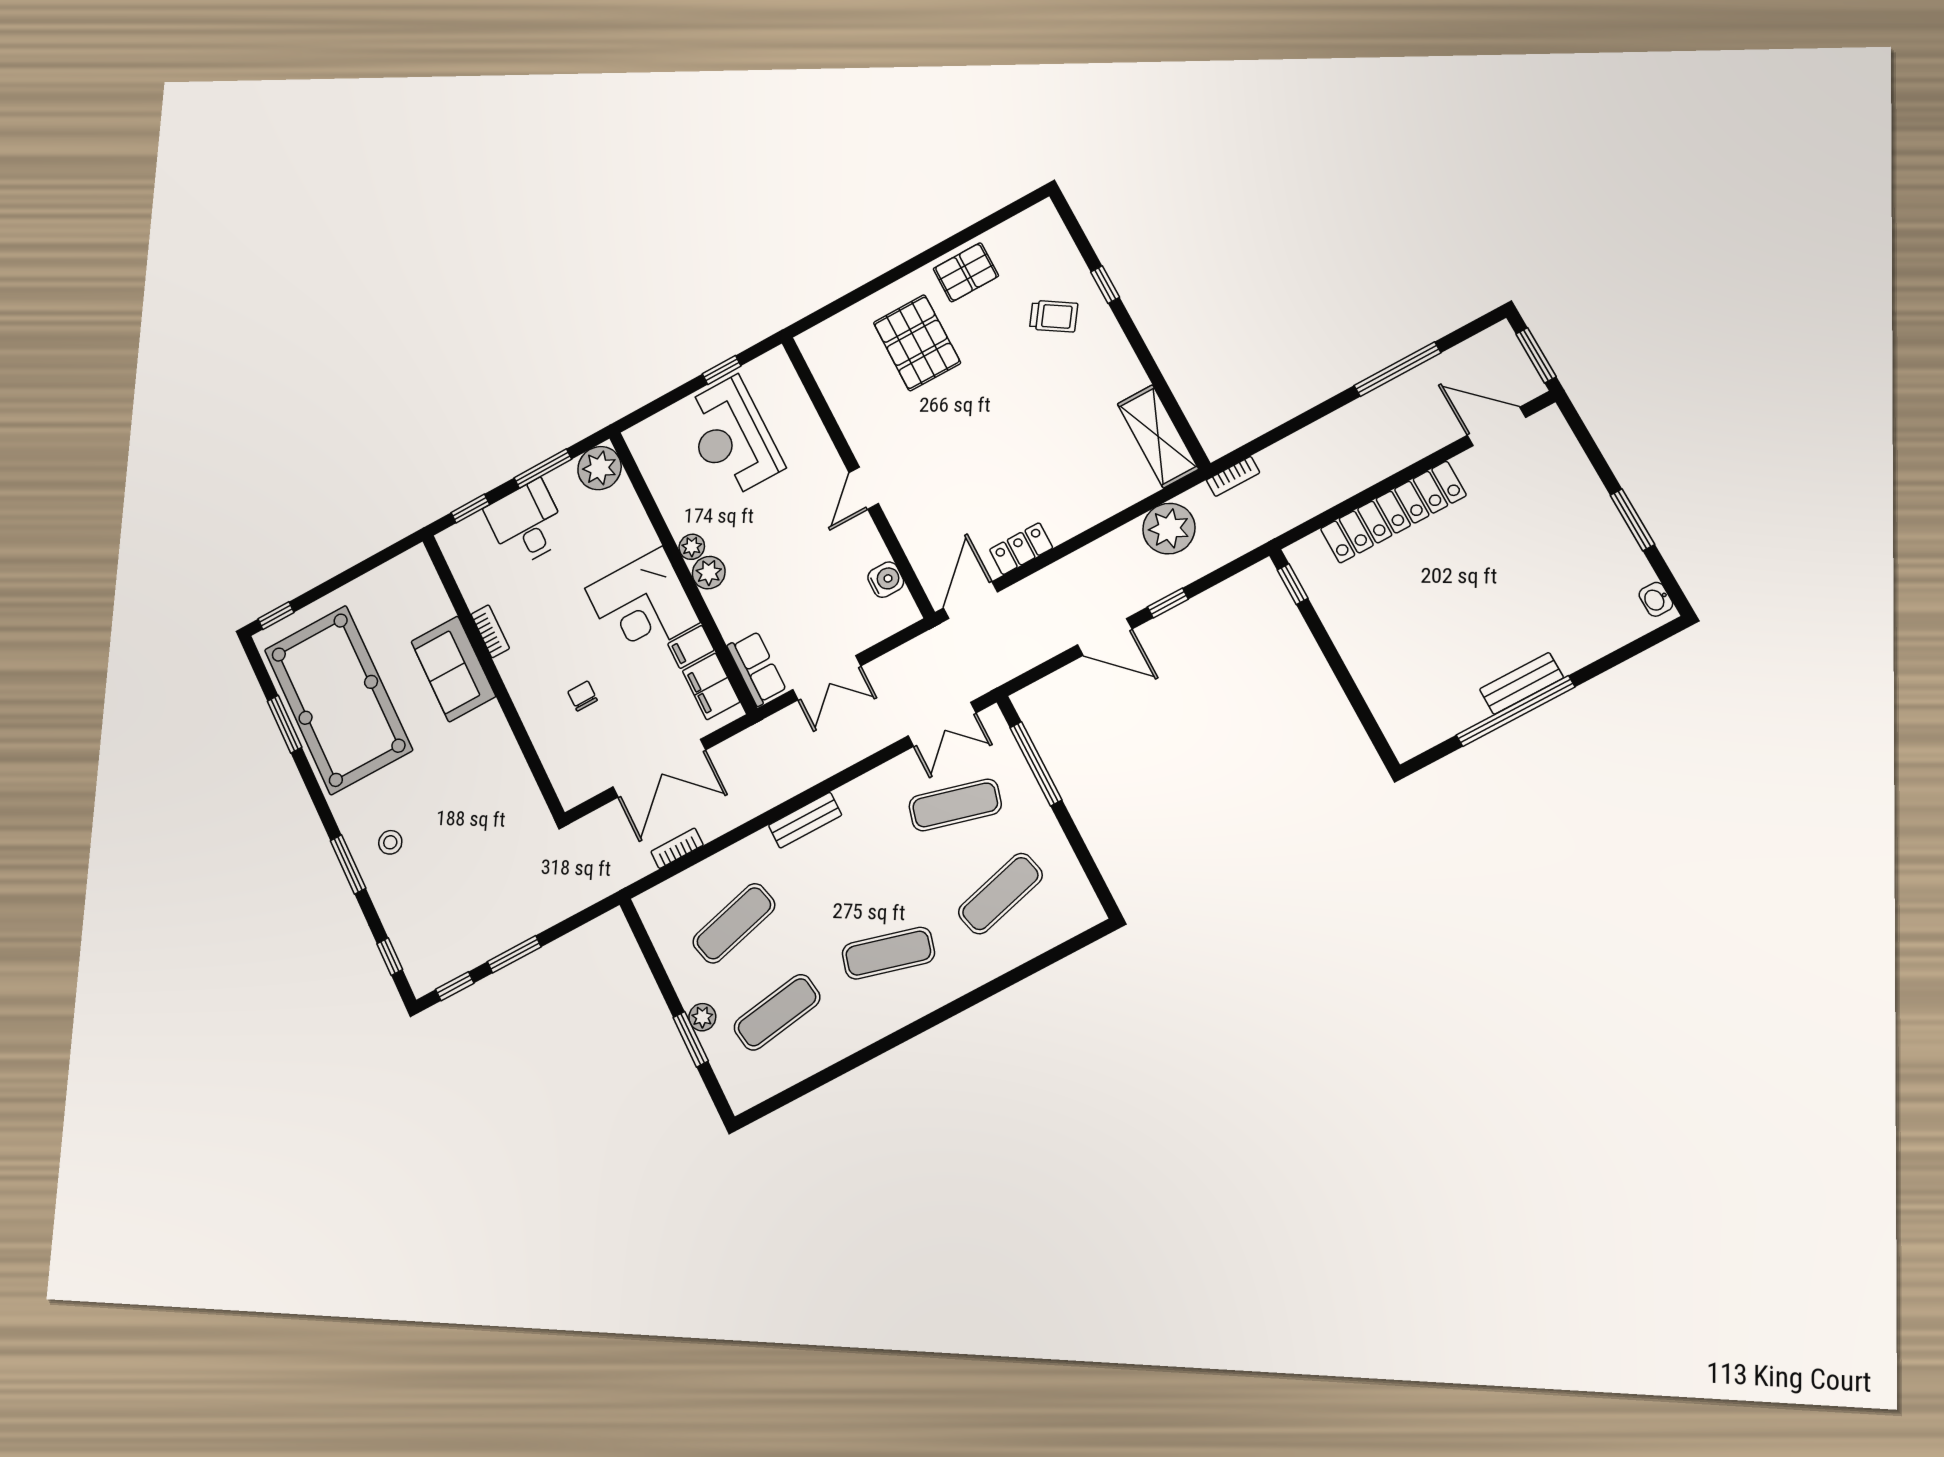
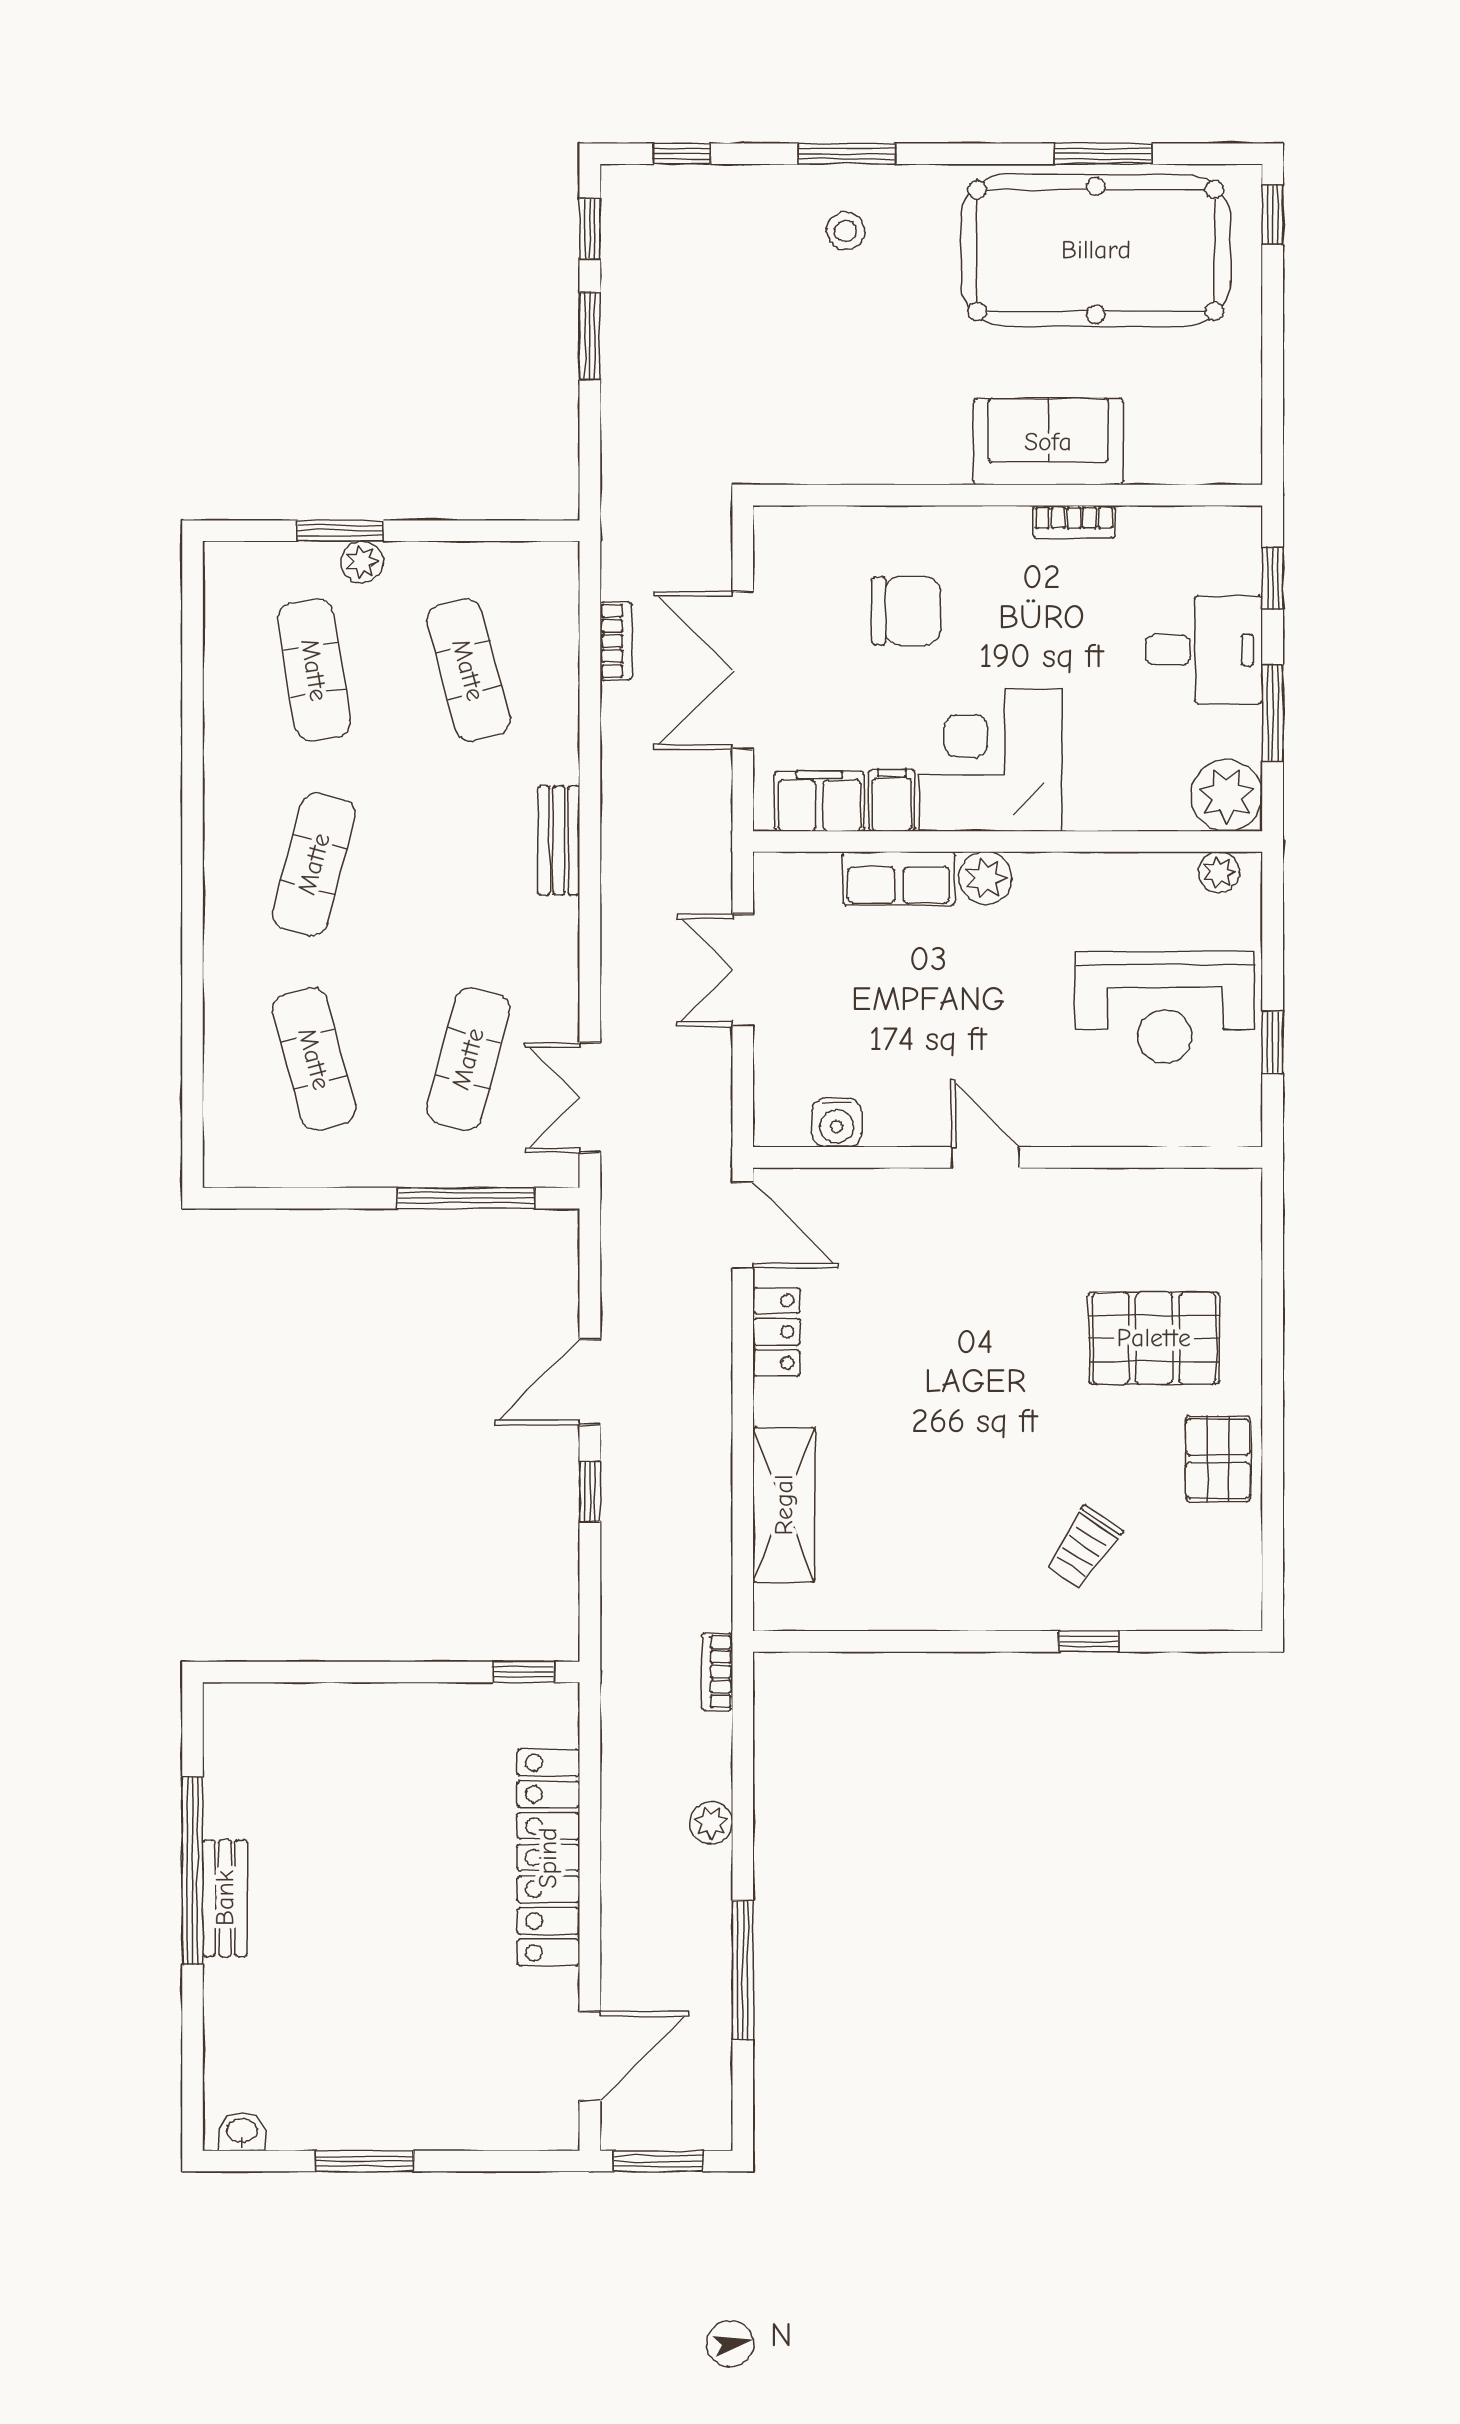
shelving: (1158, 436) -> (784, 1505), moved, turned 90
reception desk: (731, 437) -> (1165, 1007), turned 180
plant: (1169, 529) -> (711, 1823), moved, width x0.53, depth x0.53
plant: (692, 547) -> (1219, 872), moved
row of seats: (757, 668) -> (899, 879), moved
chair: (583, 696) -> (906, 611), width x1.87, depth x1.87

